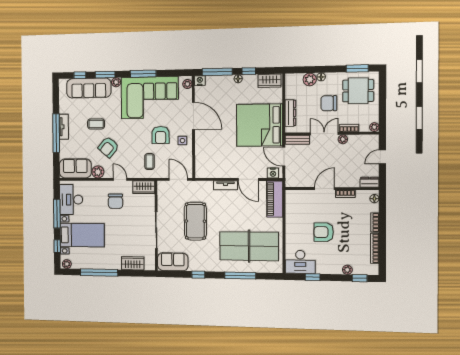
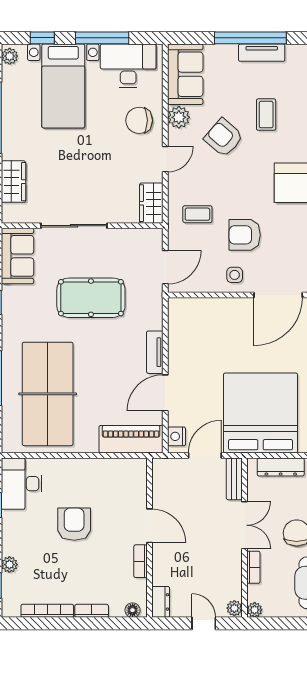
plant: (343, 139) -> (234, 608), moved
chair: (115, 201) -> (139, 120), moved

